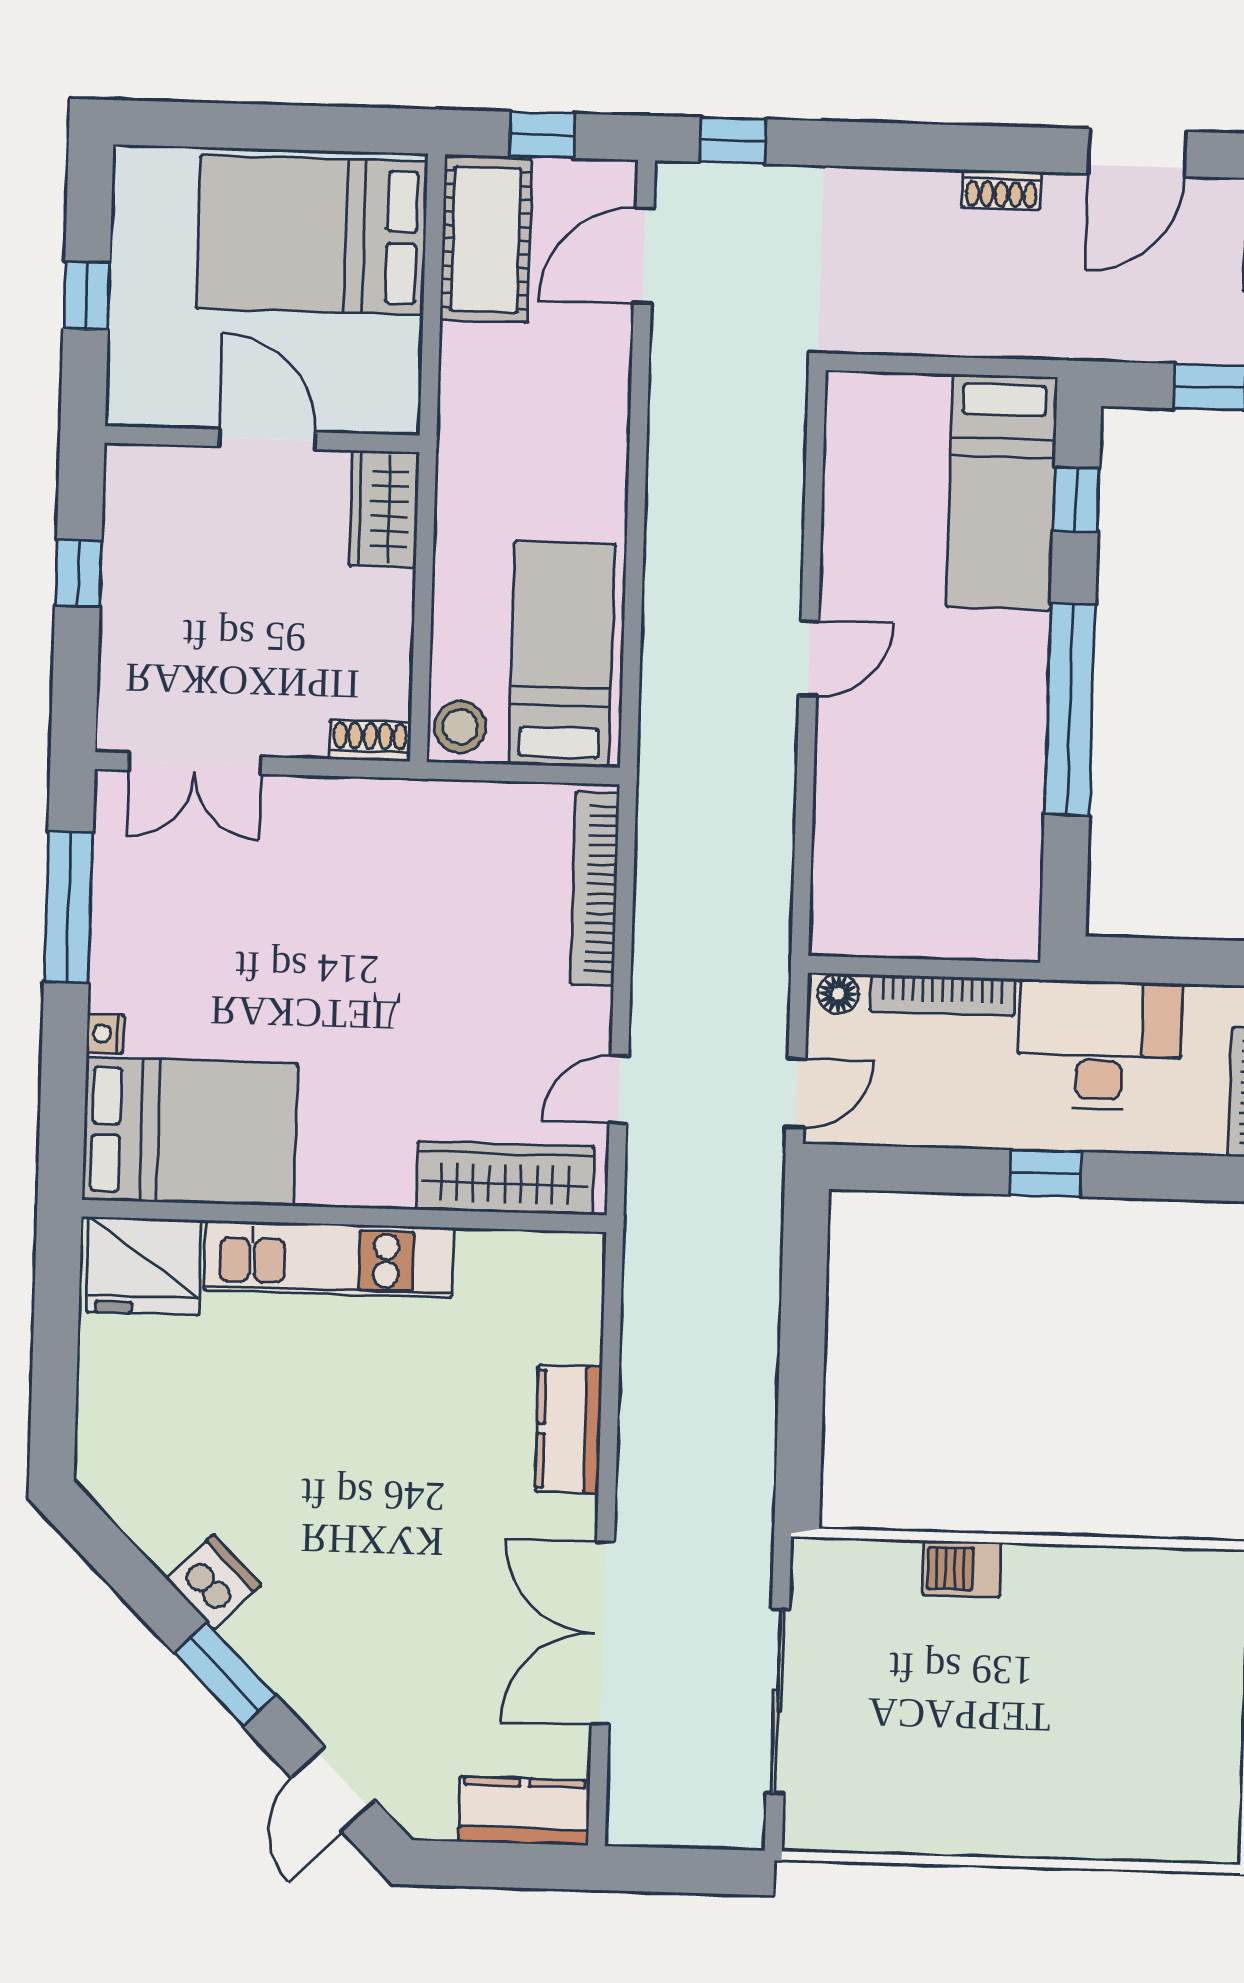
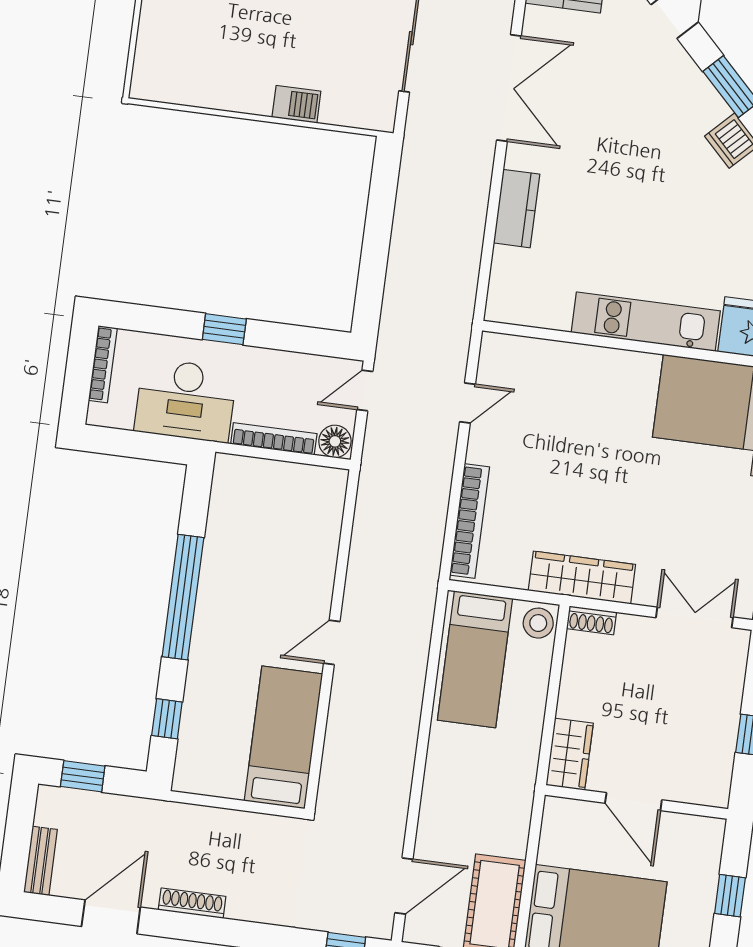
shoe rack: (1001, 190) -> (192, 903), width x1.43
bed: (1002, 492) -> (283, 737), moved
floor lamp: (838, 994) -> (335, 441), width x1.37, depth x1.37
wardrobe: (505, 1178) -> (582, 578), moved, turned 180

